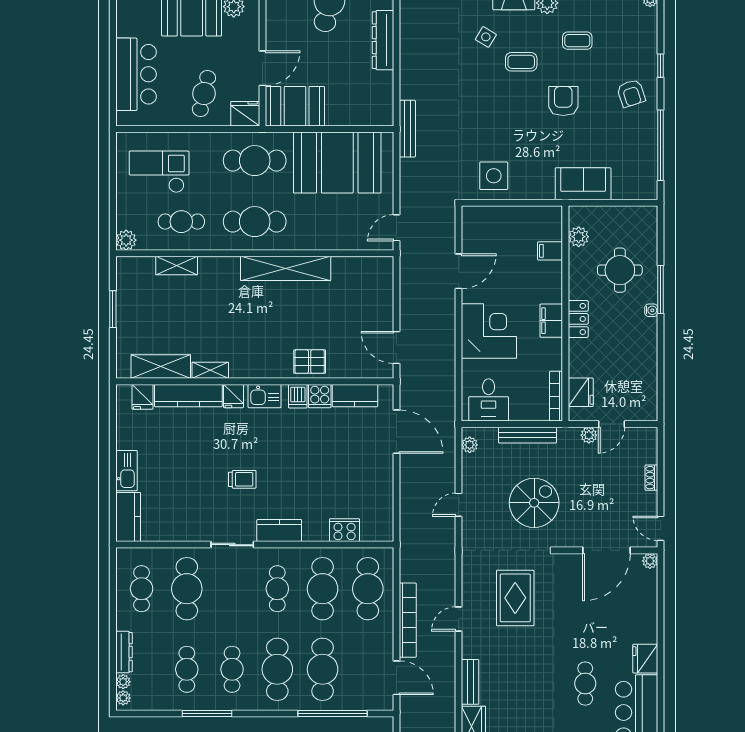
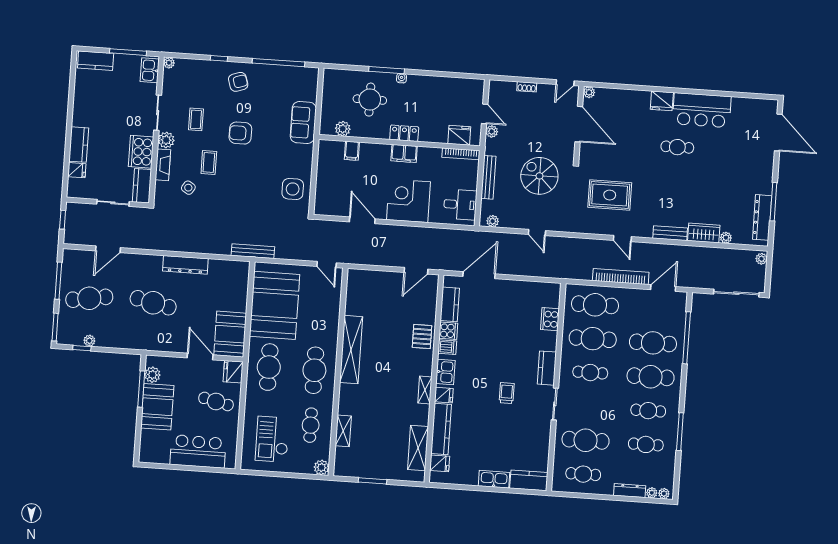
shelving: (210, 370) -> (425, 390), moved

